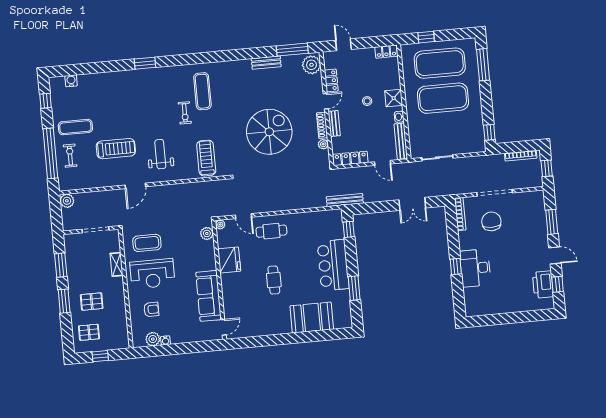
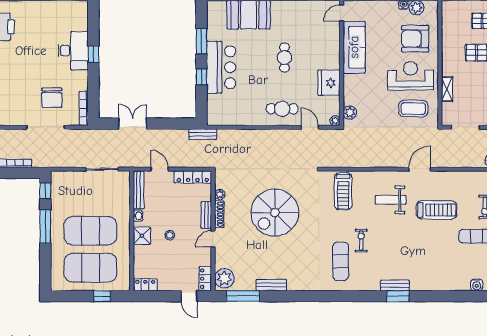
window: (483, 65) -> (45, 227), moved
bench: (149, 73) -> (395, 285), added
locker: (331, 80) -> (205, 279), moved
treadmill: (116, 149) -> (437, 210), turned 180
weight bench: (160, 154) -> (391, 200), turned 90
bench: (345, 200) -> (203, 134), width x0.73
window: (349, 229) -> (201, 77), moved
armchair: (151, 309) -> (415, 39), width x1.88, depth x1.88

